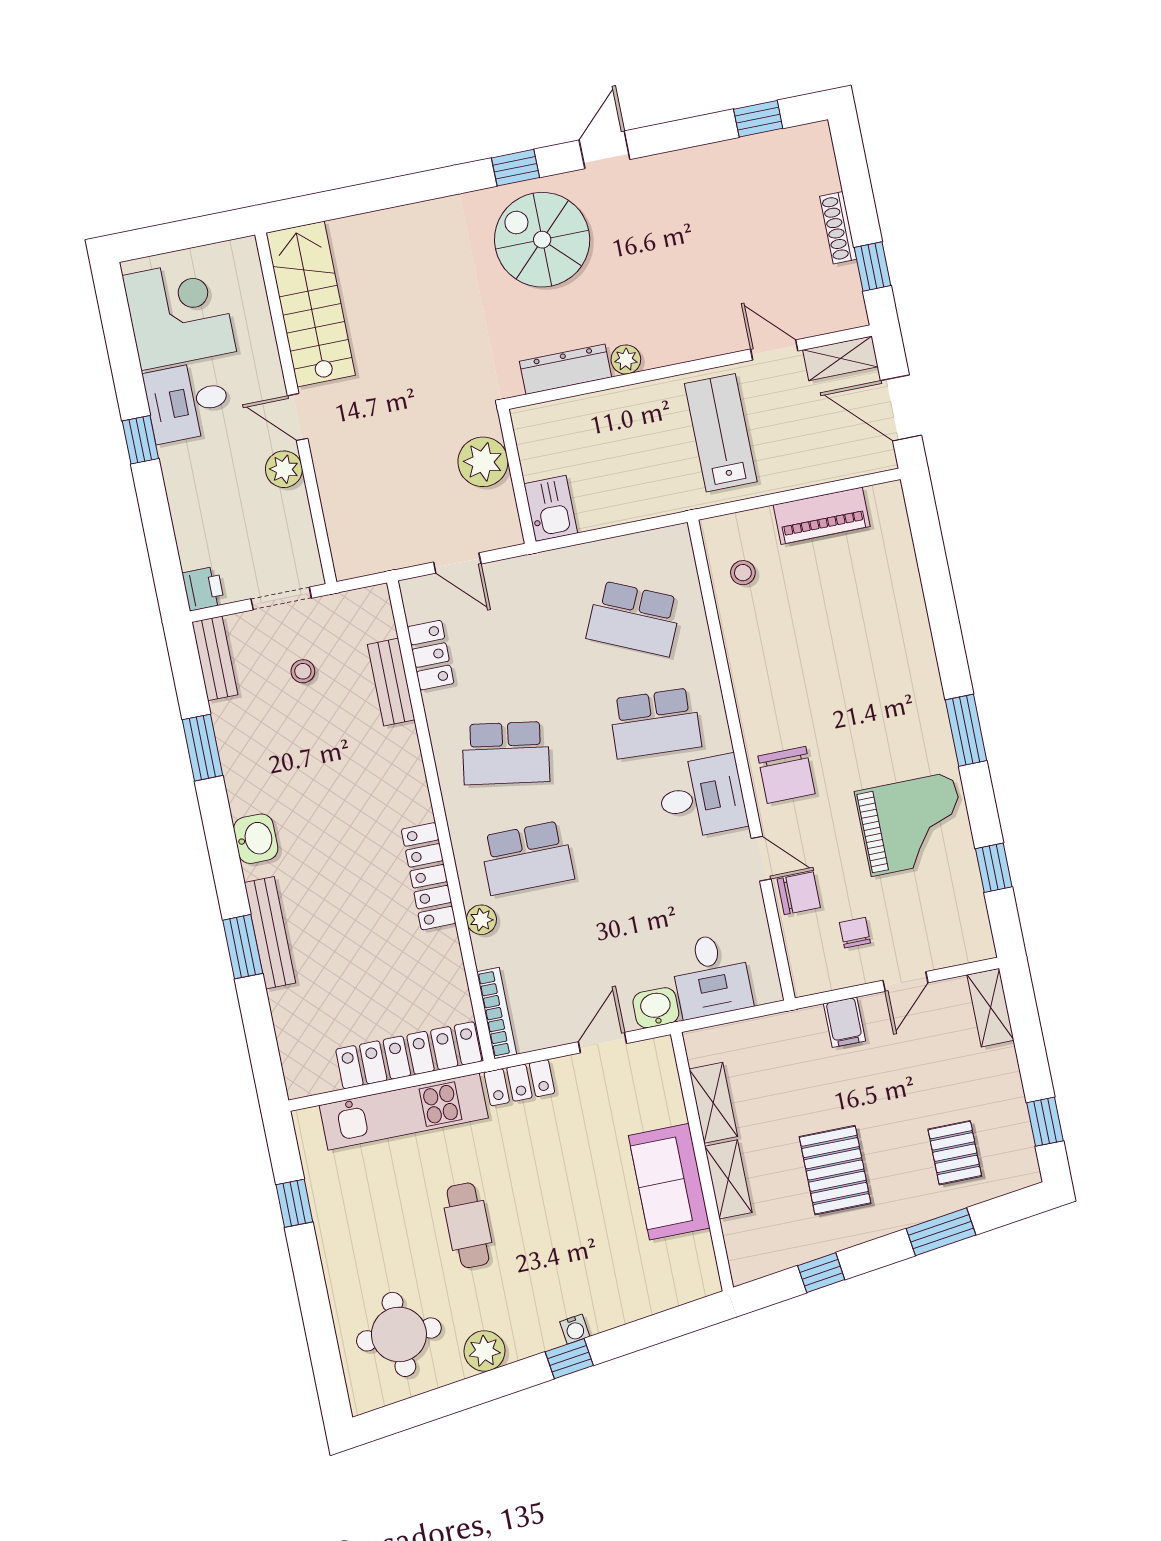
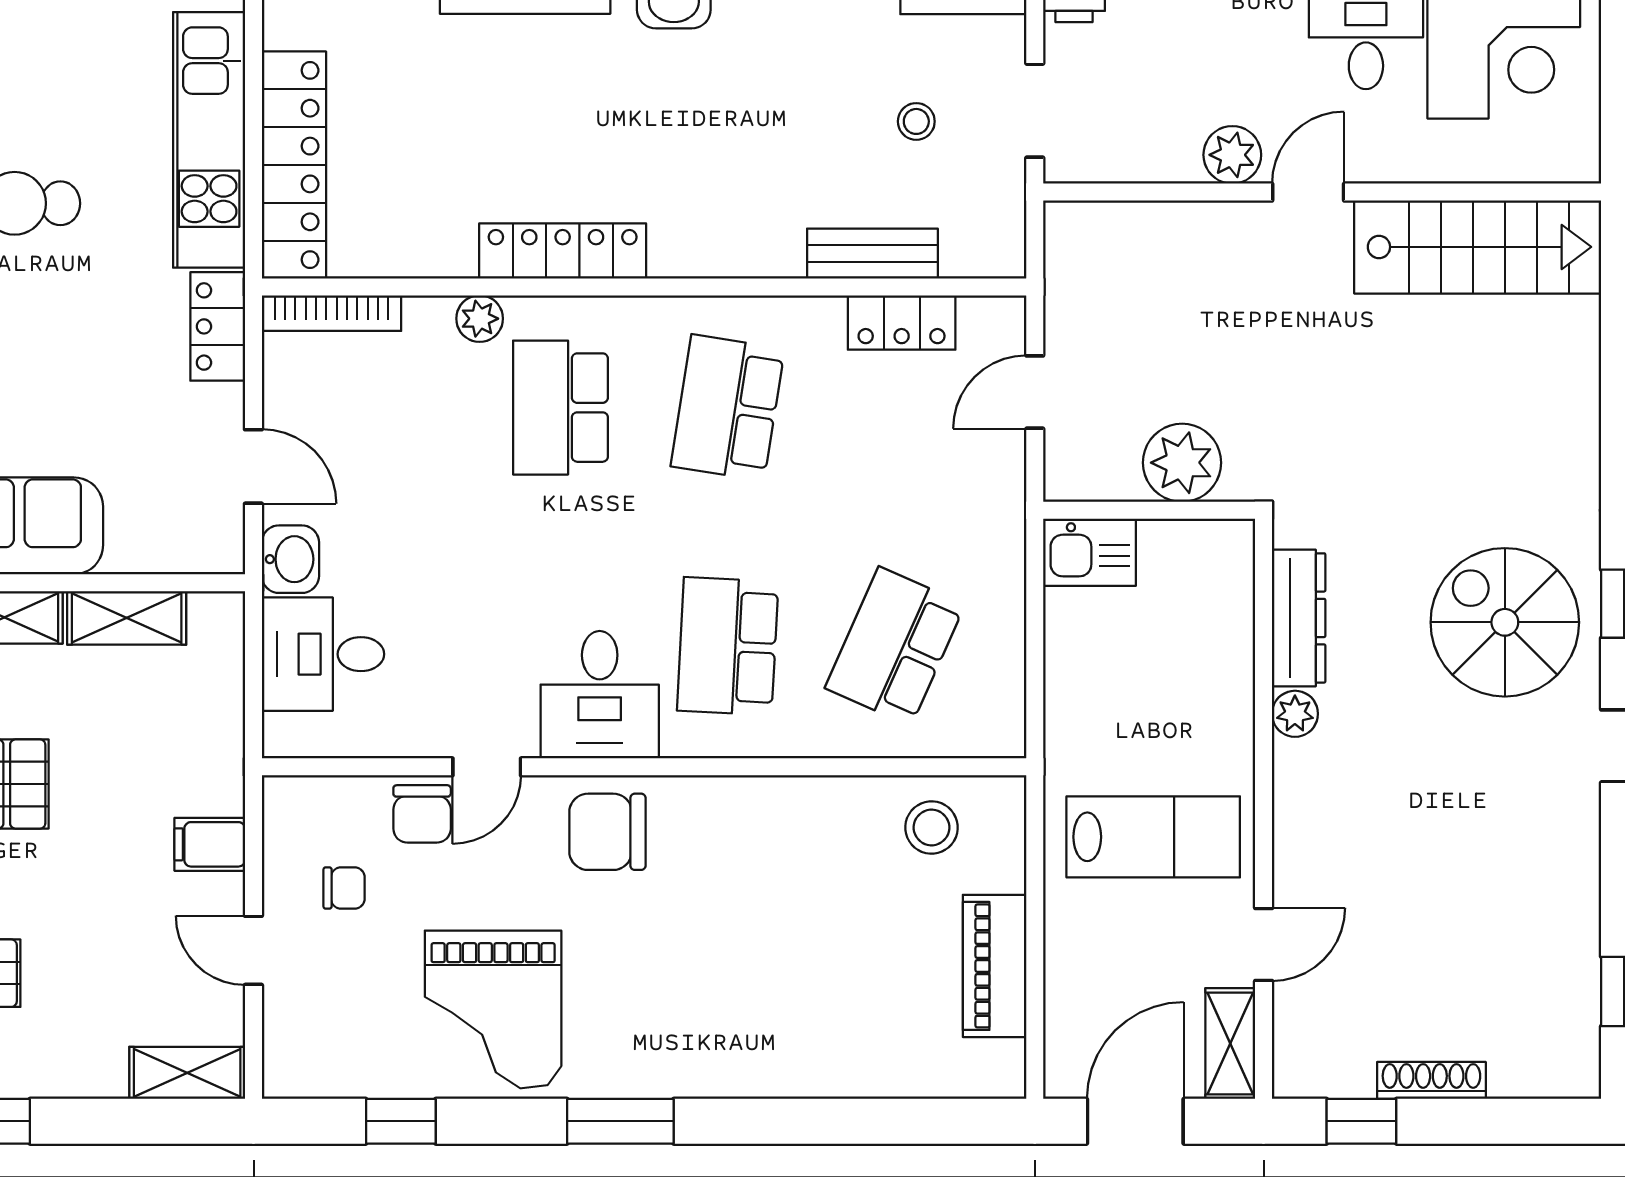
spiral stairs: (542, 240) -> (1505, 622), turned -90
stool: (743, 573) -> (931, 828), width x1.37, depth x1.37

